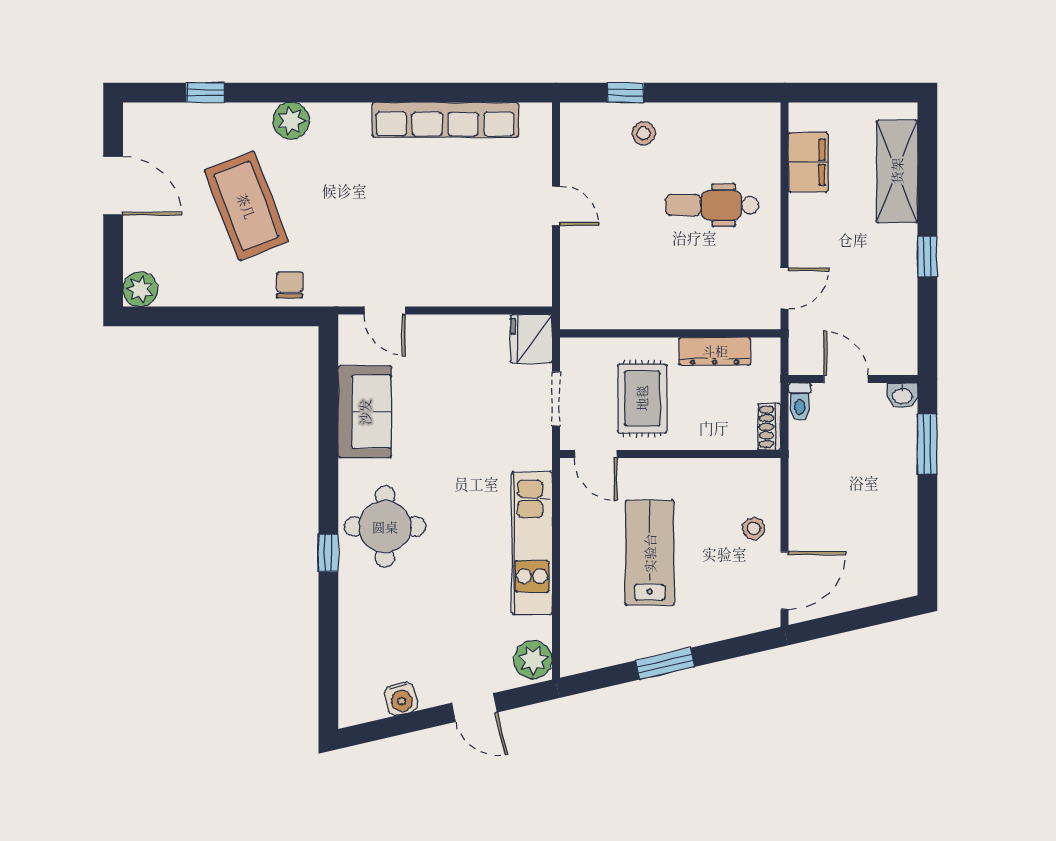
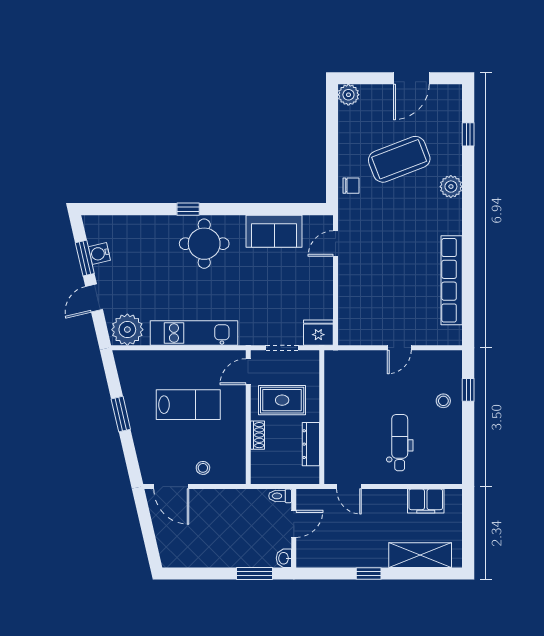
shoe rack: (769, 427) -> (258, 435), moved, turned 90
plant: (533, 660) -> (127, 330), width x1.36, depth x1.36
window: (409, 723) -> (85, 258), added

